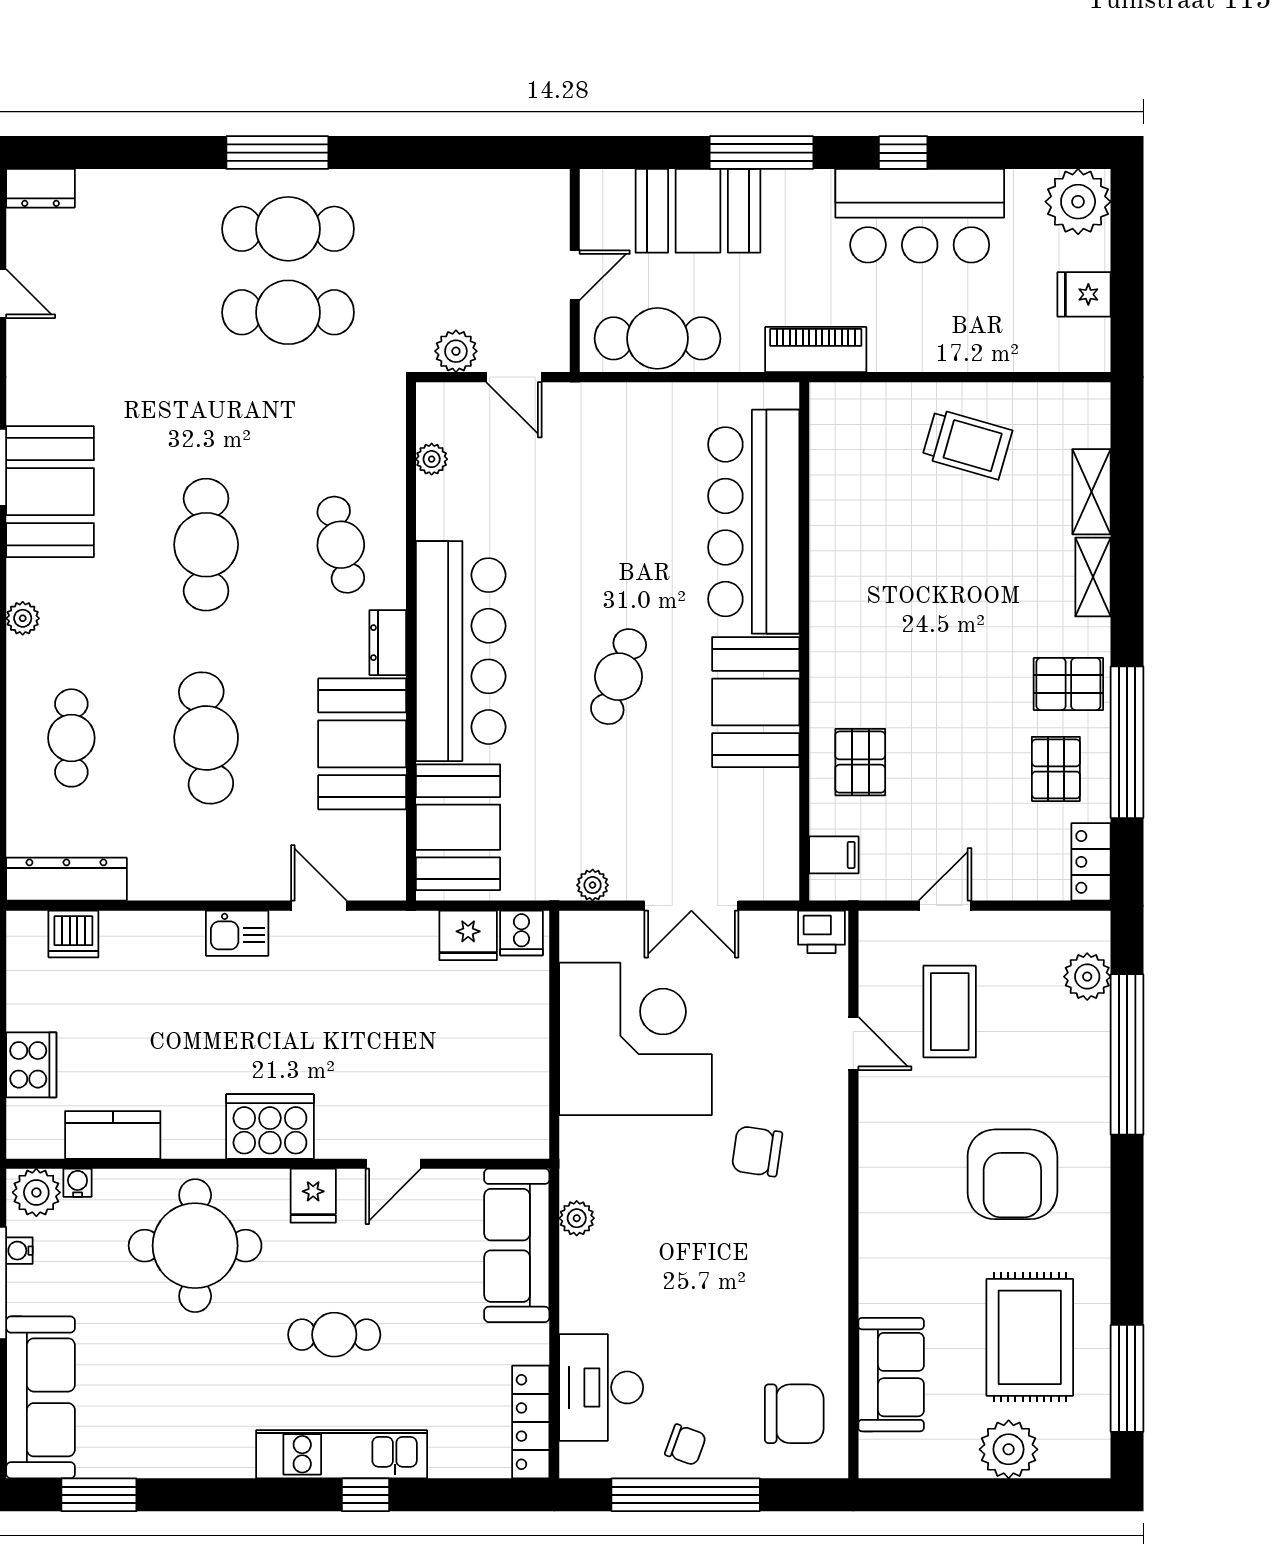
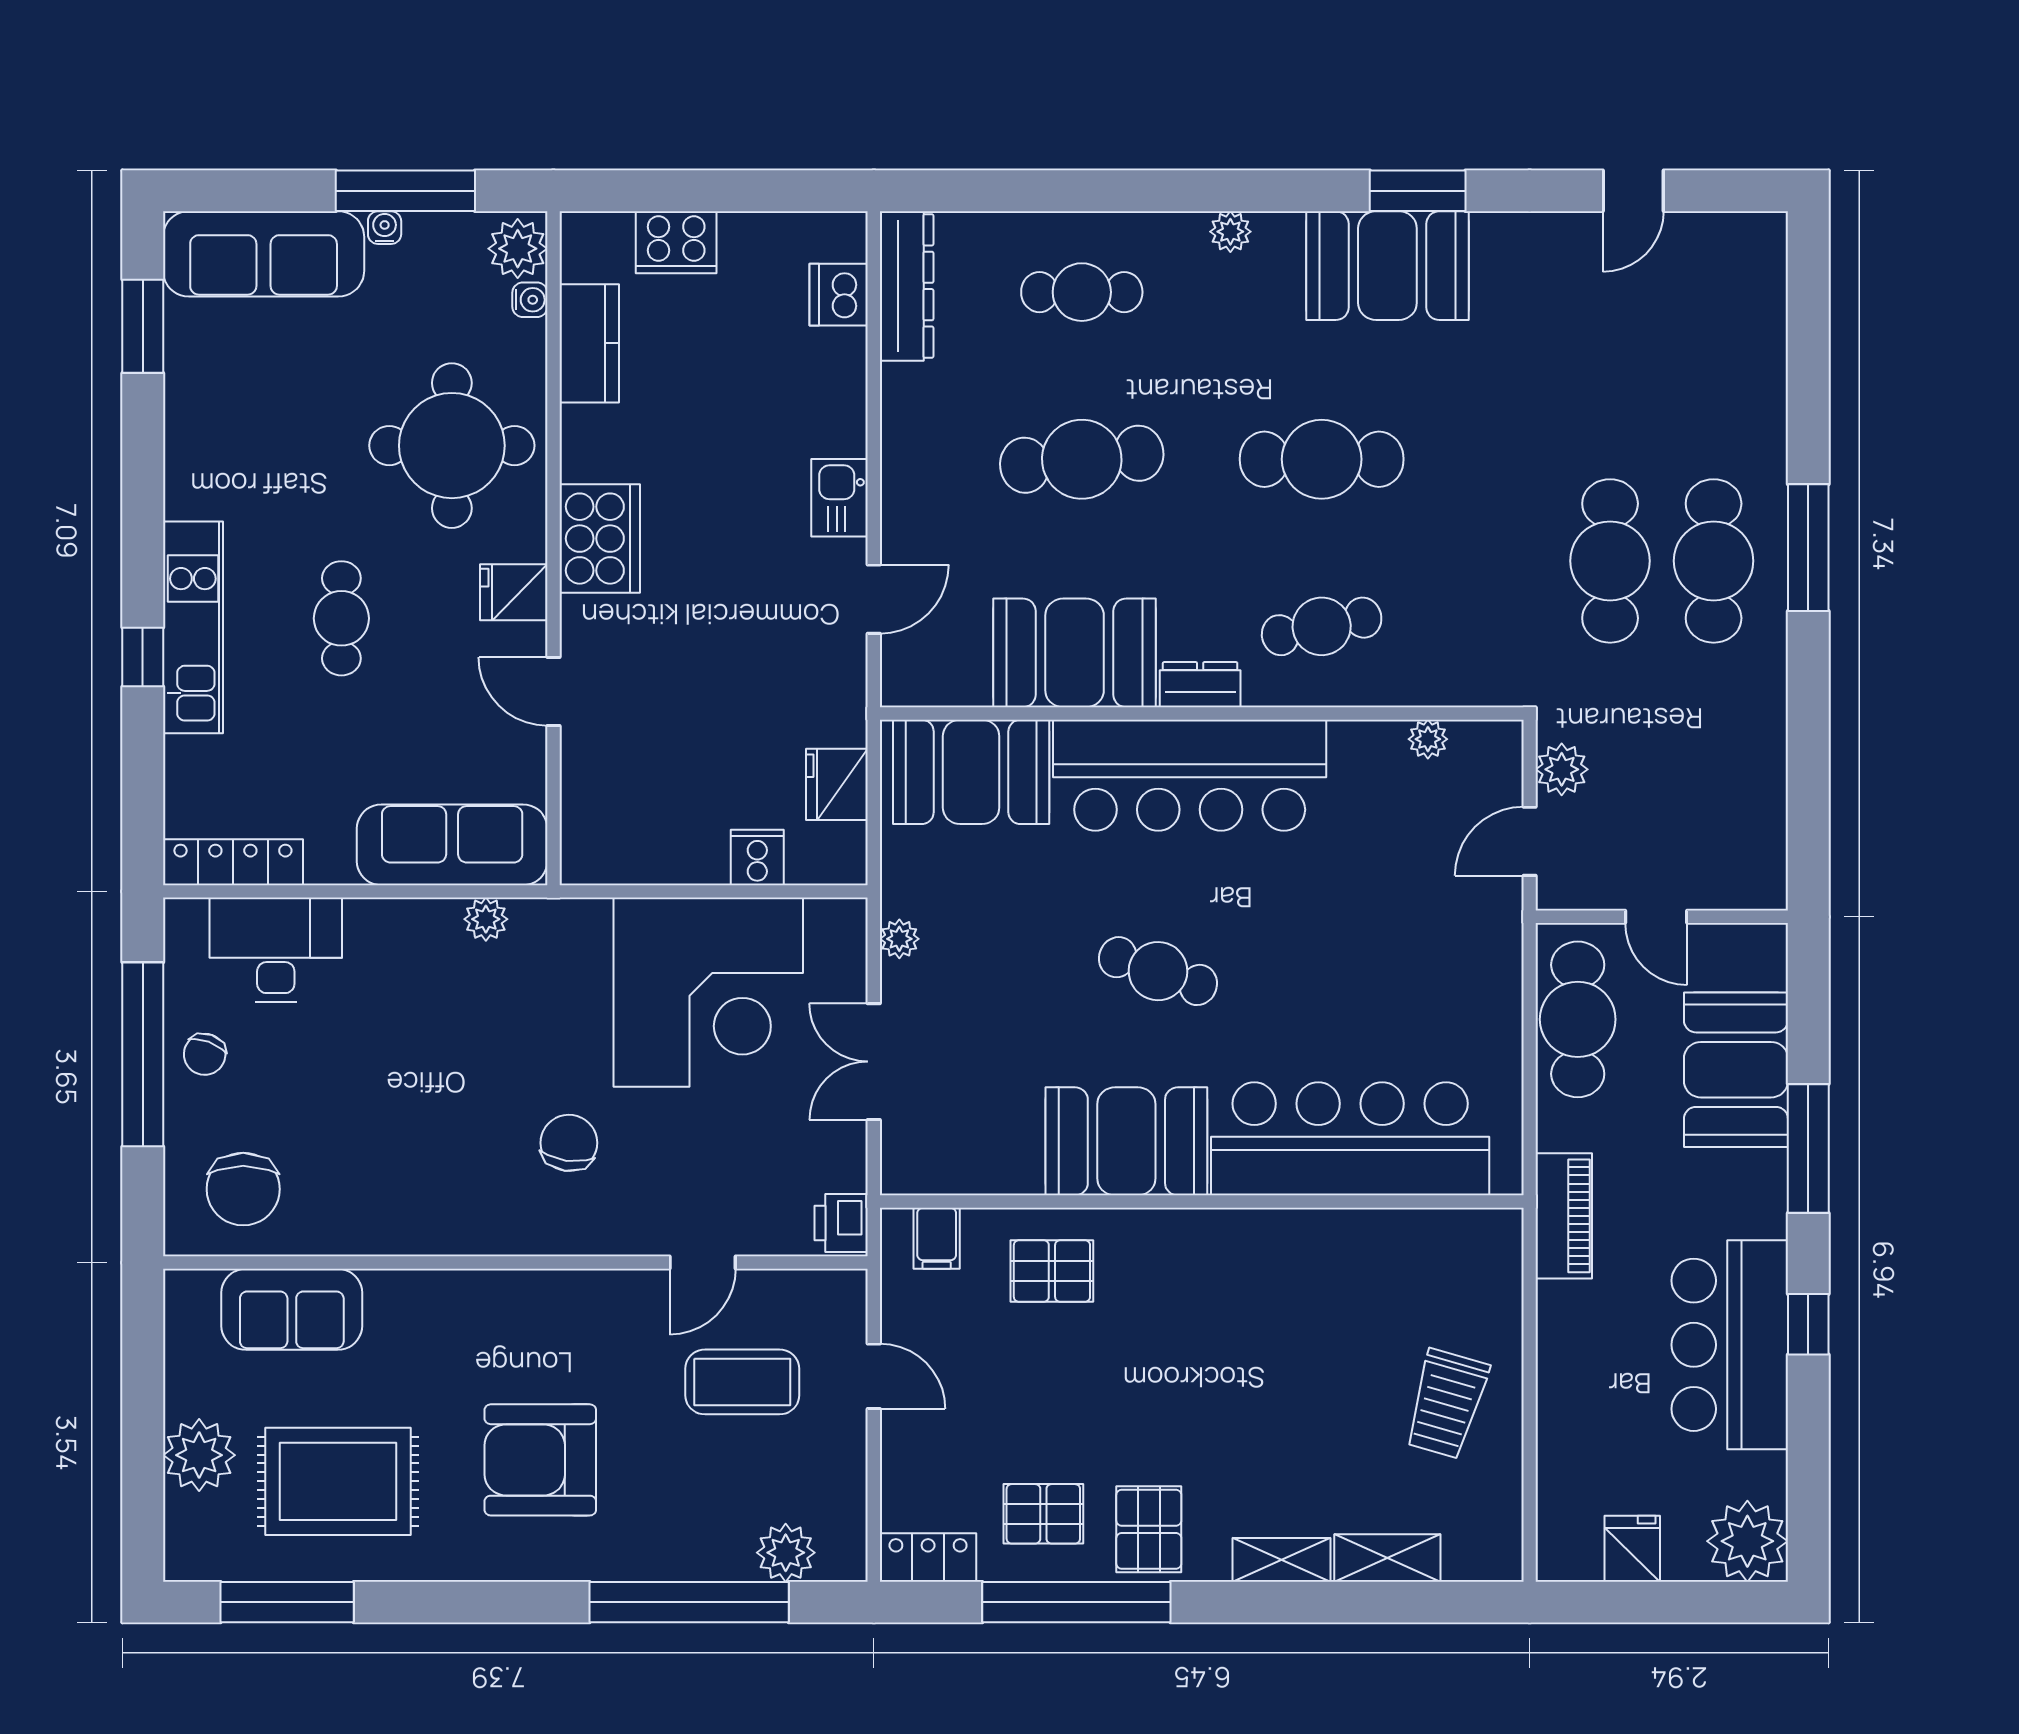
dresser: (41, 188) -> (1764, 254), removed
cooker: (521, 933) -> (757, 857), moved, turned 90
water cooler: (19, 1251) -> (385, 228), moved

